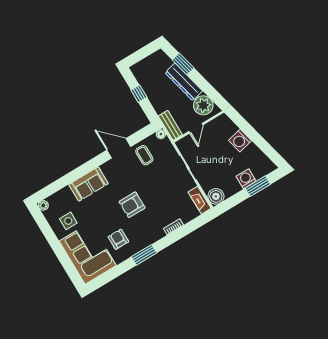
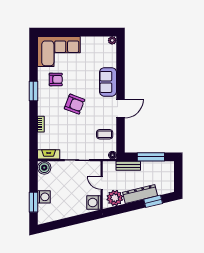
window: (139, 94) -> (151, 157), width x2.17
bench: (170, 125) -> (128, 166), moved
washing machine: (240, 140) -> (94, 203), moved, turned -76
door: (119, 148) -> (121, 109), moved
armchair: (132, 205) -> (74, 104), turned 111
side table: (68, 221) -> (90, 52), removed

